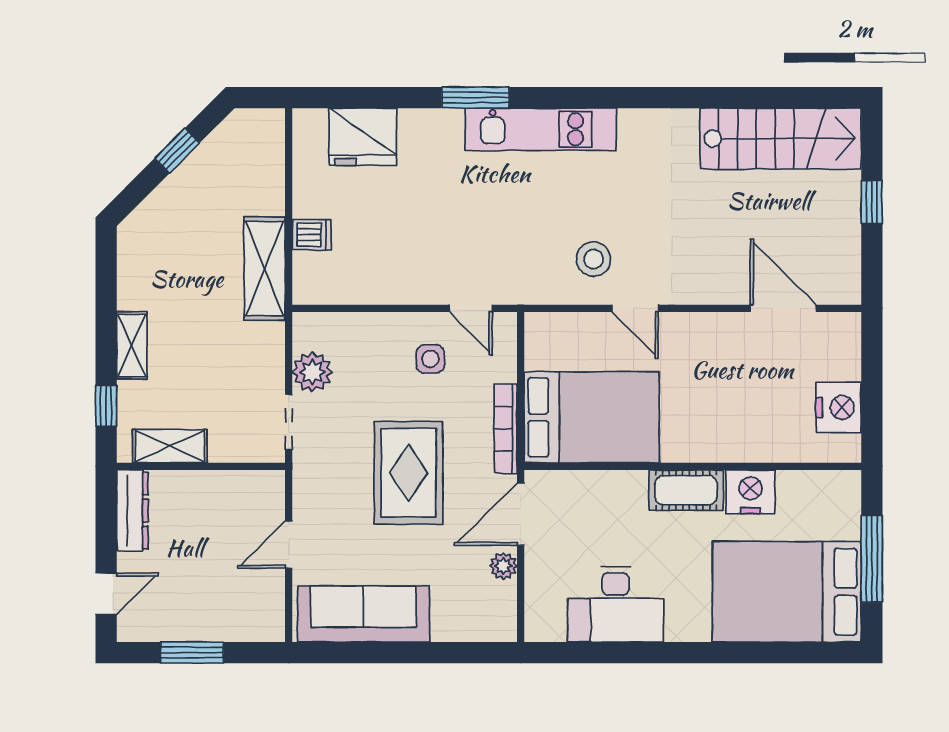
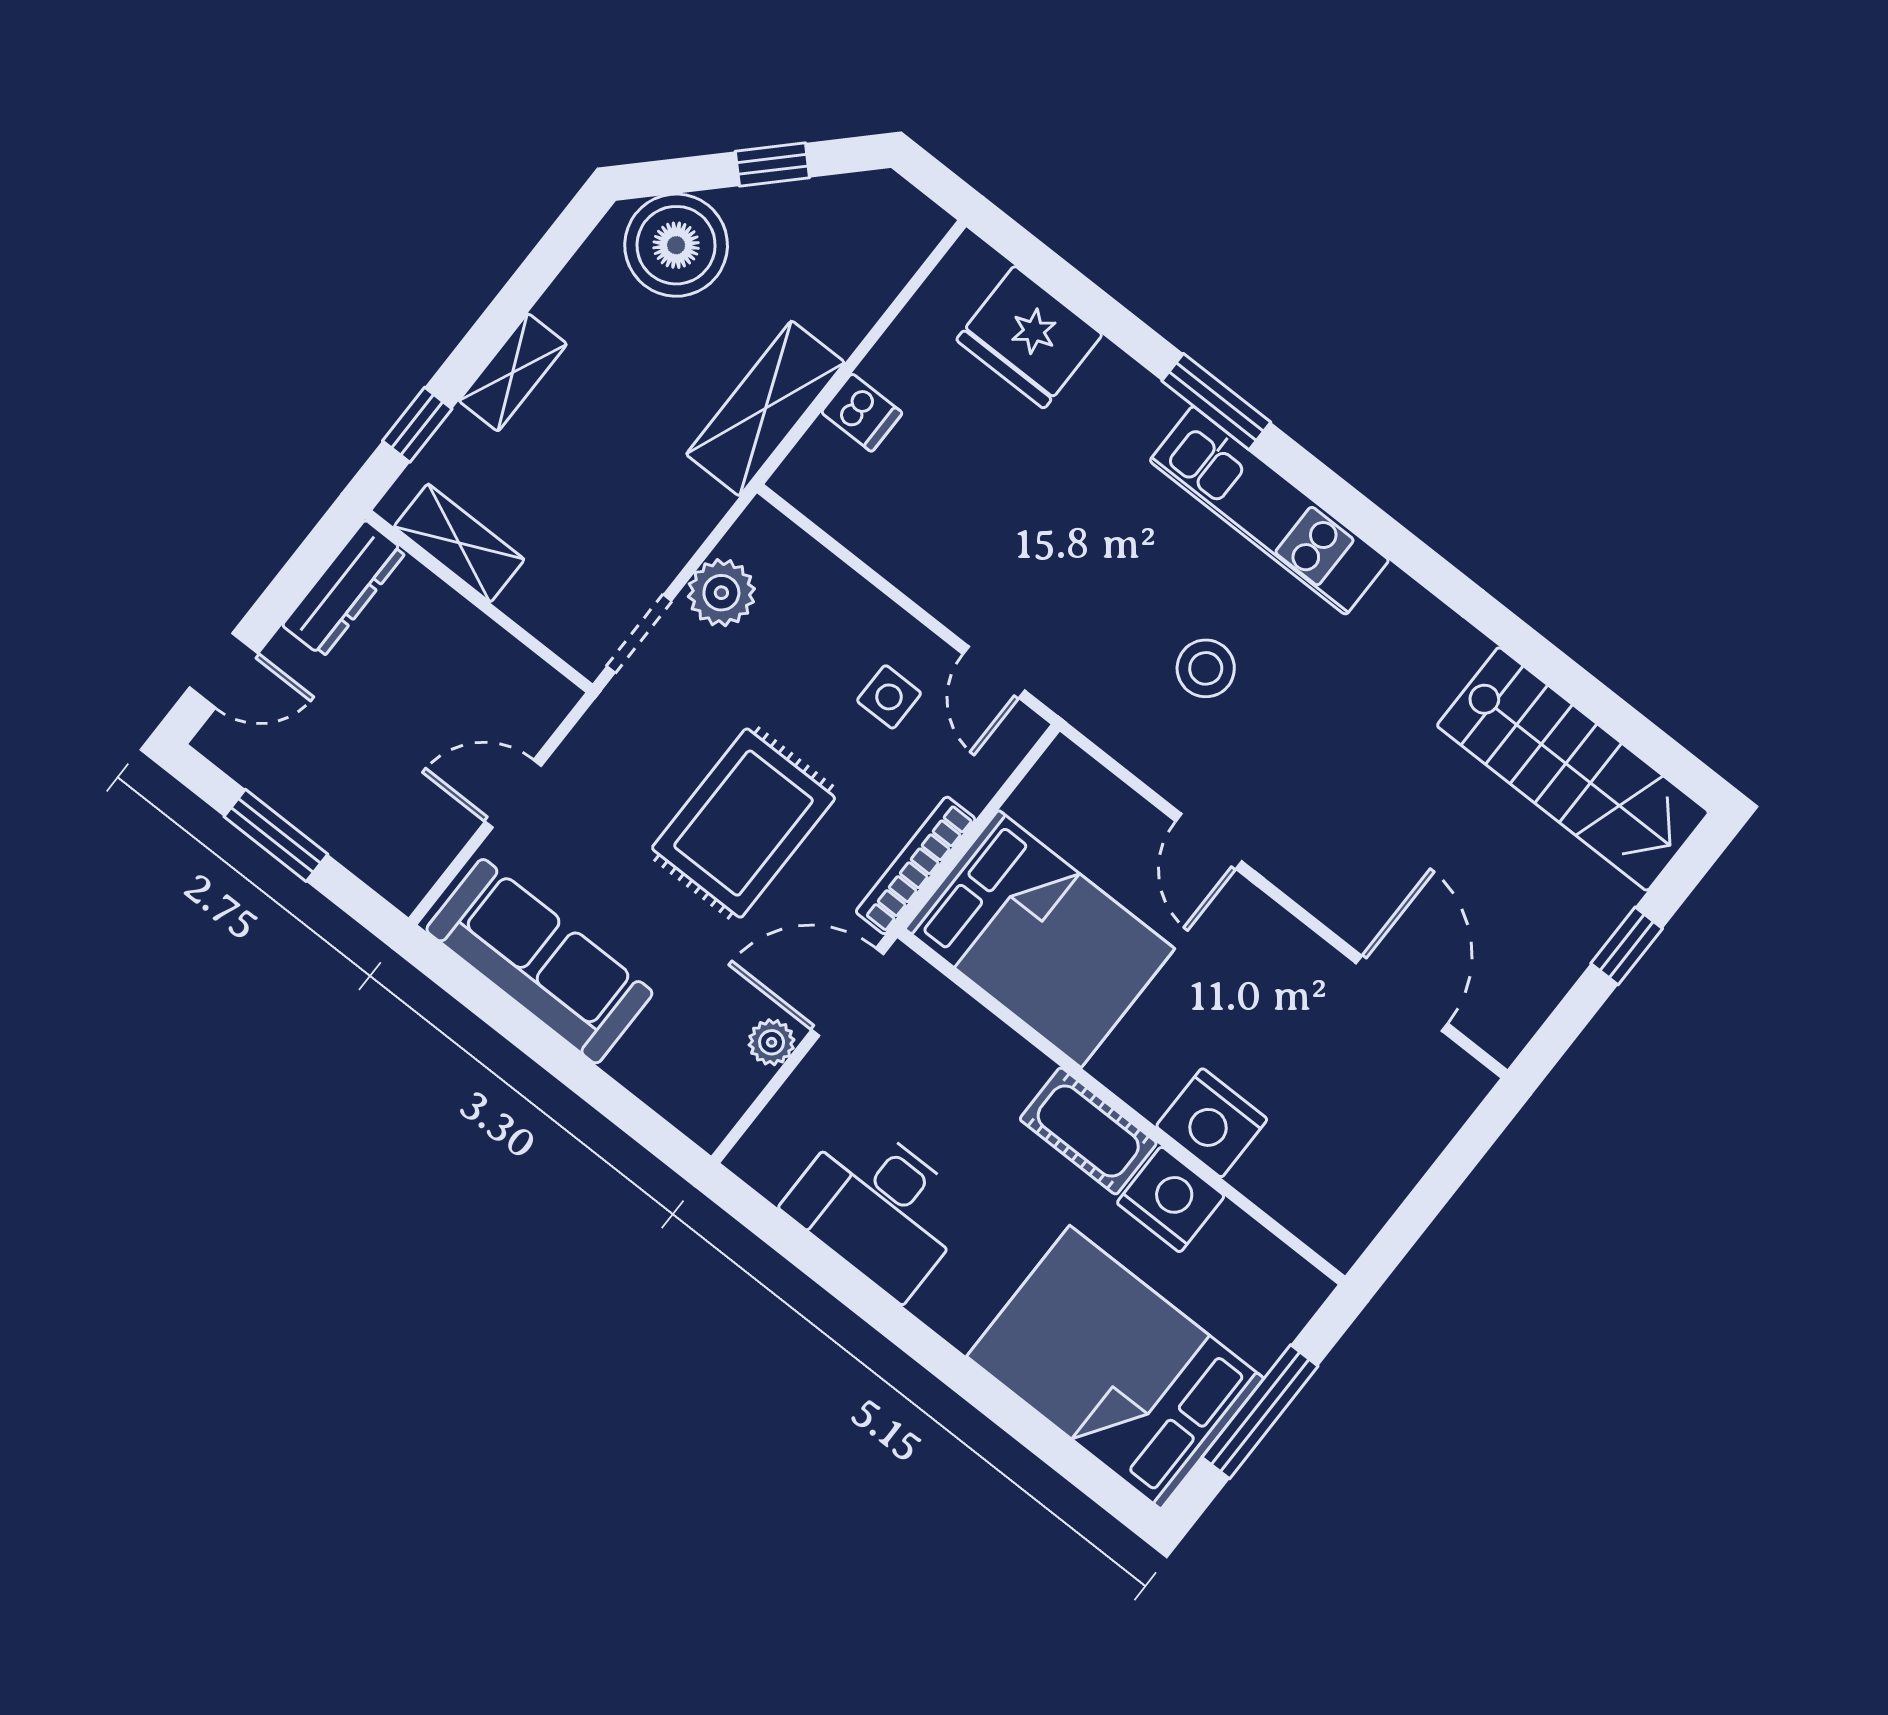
boiler: (162, 225) -> (676, 245), added
stool: (594, 259) -> (1206, 668), moved
nightstand: (839, 407) -> (1212, 1123), moved, turned 90

